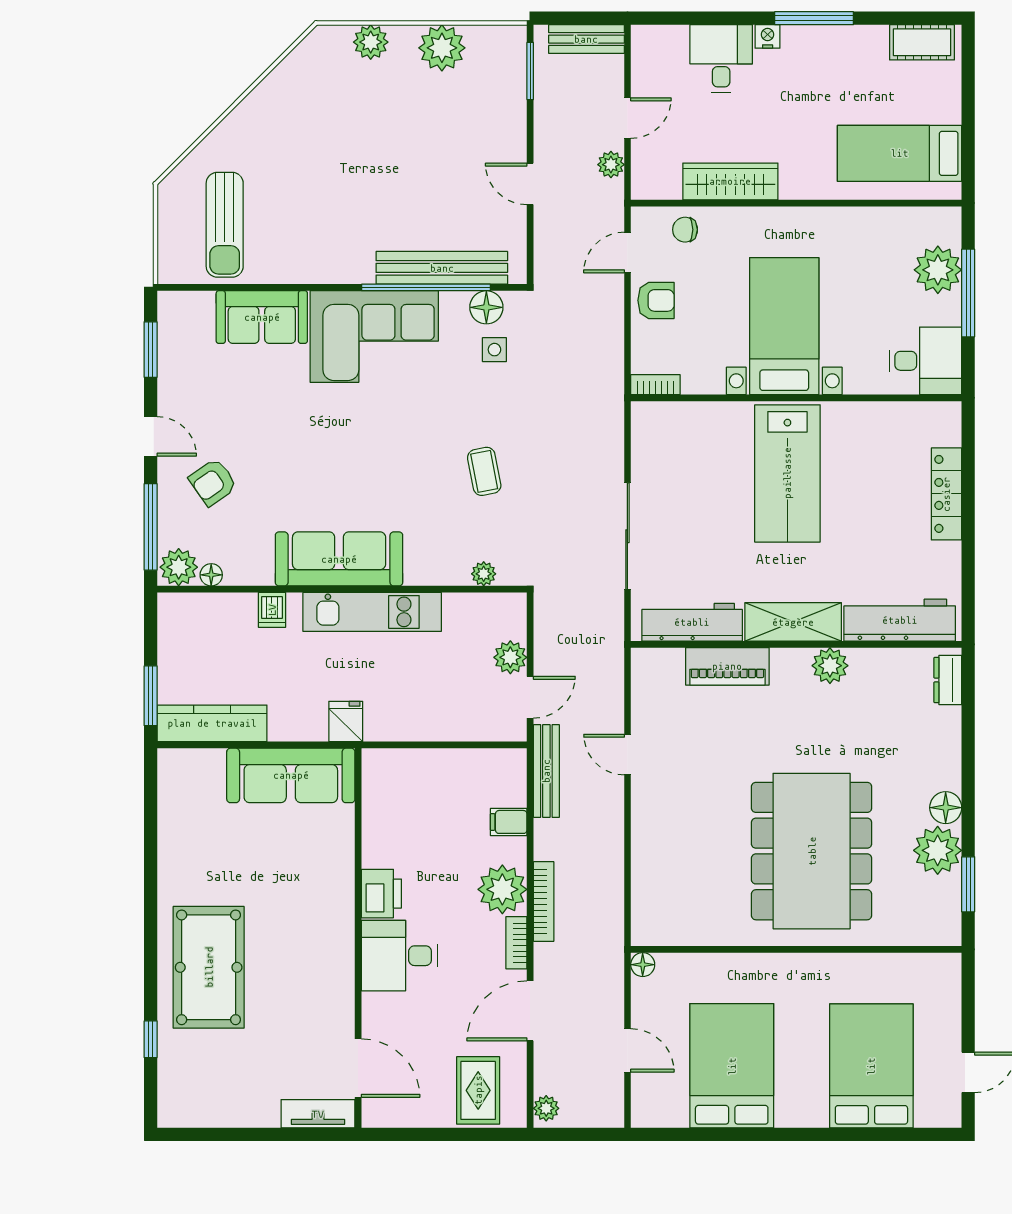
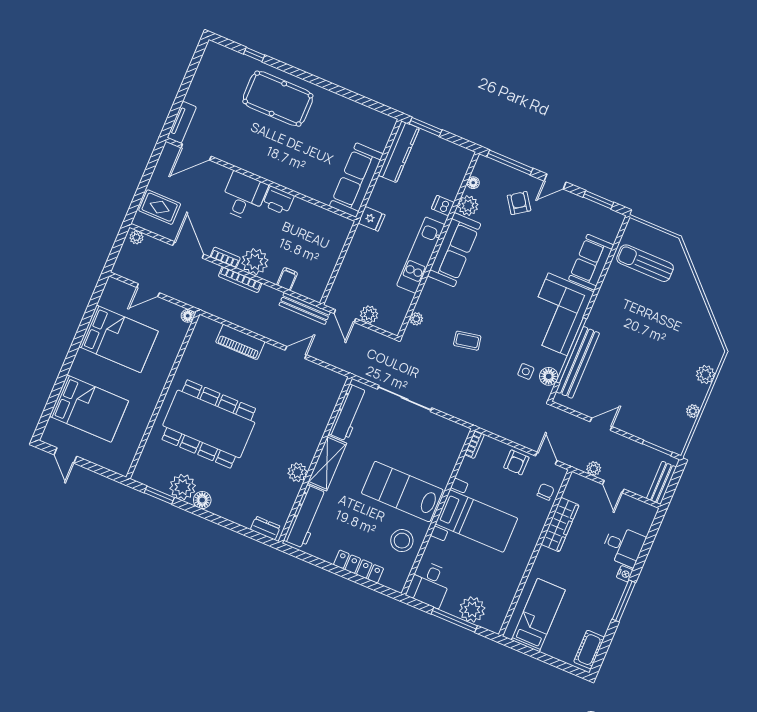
plant: (442, 48) -> (693, 411), width x0.53, depth x0.53
stool: (871, 439) -> (402, 541), added
plant: (179, 567) -> (468, 206), moved
piano: (727, 666) -> (240, 342), moved, turned -90

